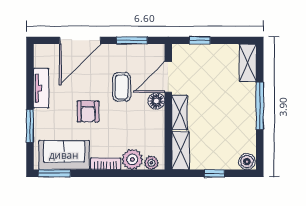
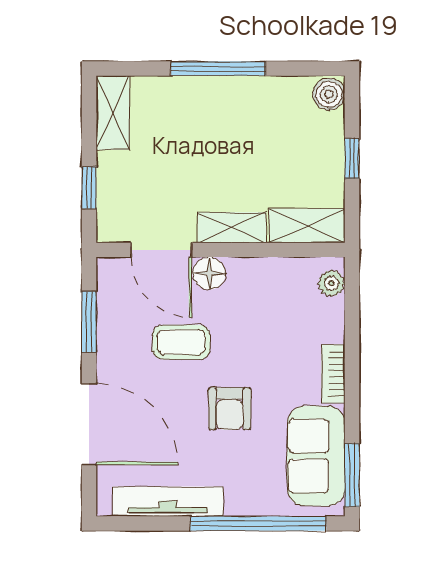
shelving: (248, 63) -> (113, 113), moved, turned 90
tv unit: (41, 88) -> (168, 502), width x1.41
armchair: (88, 111) -> (230, 409), turned 90
window: (30, 126) -> (258, 524), width x2.11
plant: (132, 159) -> (324, 321), removed

